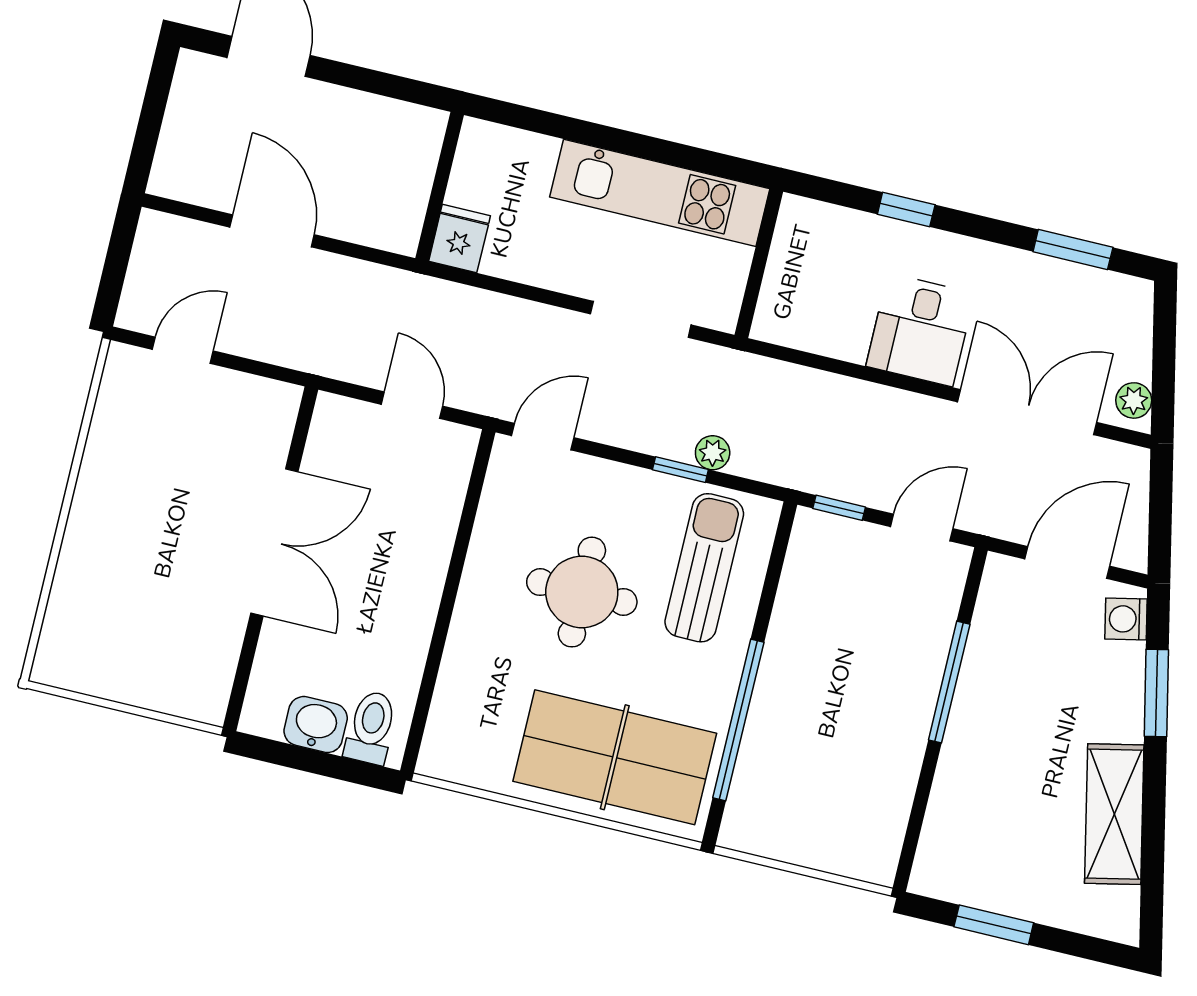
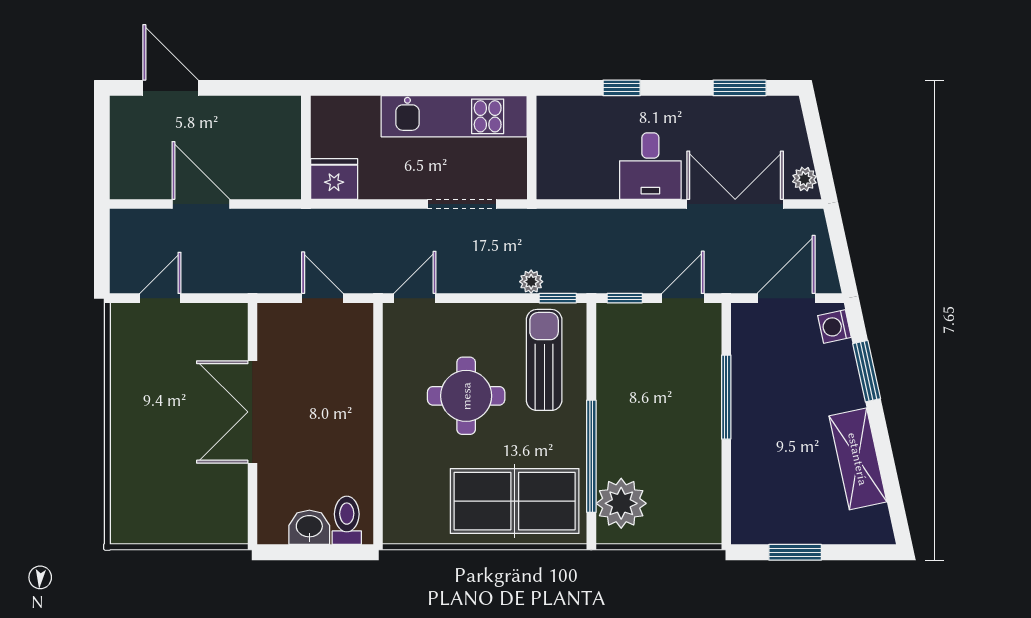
fridge: (460, 239) -> (334, 179), width x1.38
window: (680, 470) -> (558, 298), moved
double door: (274, 542) -> (252, 412), swing flipped
plant: (765, 797) -> (621, 503), added

